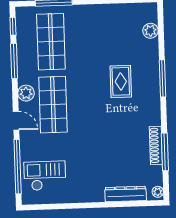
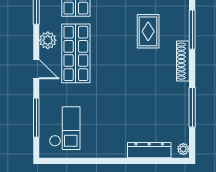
shoe rack: (156, 145) -> (183, 61), moved
window: (18, 167) -> (36, 118), width x0.68
checkout: (45, 176) -> (65, 128), turned 90

